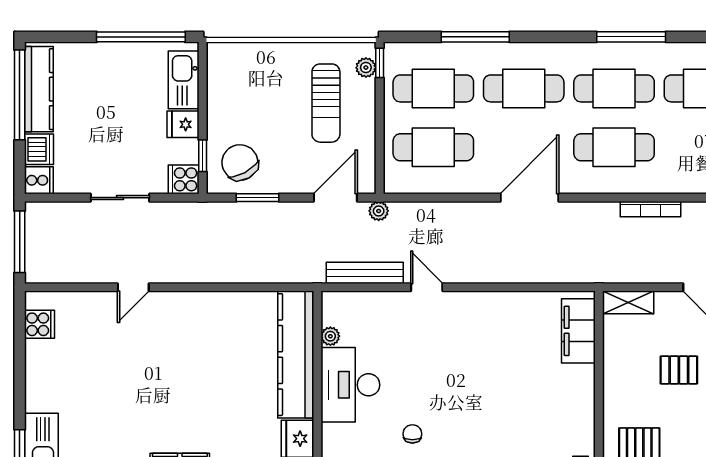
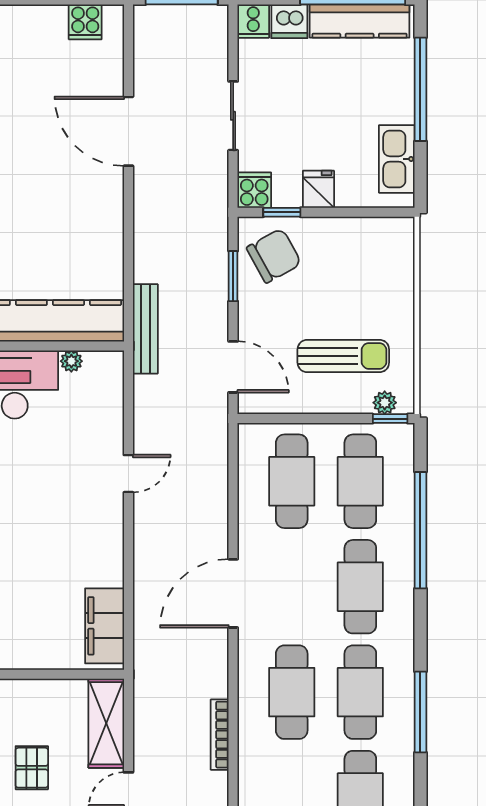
window: (141, 37) -> (420, 89), moved
window: (475, 37) -> (420, 530), width x1.46
kitchen sink: (184, 80) -> (397, 159), moved, turned -90
sun lounger: (326, 103) -> (343, 356), turned 180
door: (529, 198) -> (233, 593), swing flipped
plant: (379, 211) -> (217, 417), removed
bench: (365, 273) -> (145, 329), moved
door: (133, 287) -> (128, 131), width x1.87
shelving: (628, 302) -> (106, 723), width x1.50, depth x1.33
filing cabinet: (578, 331) -> (105, 626), moved, turned -90

